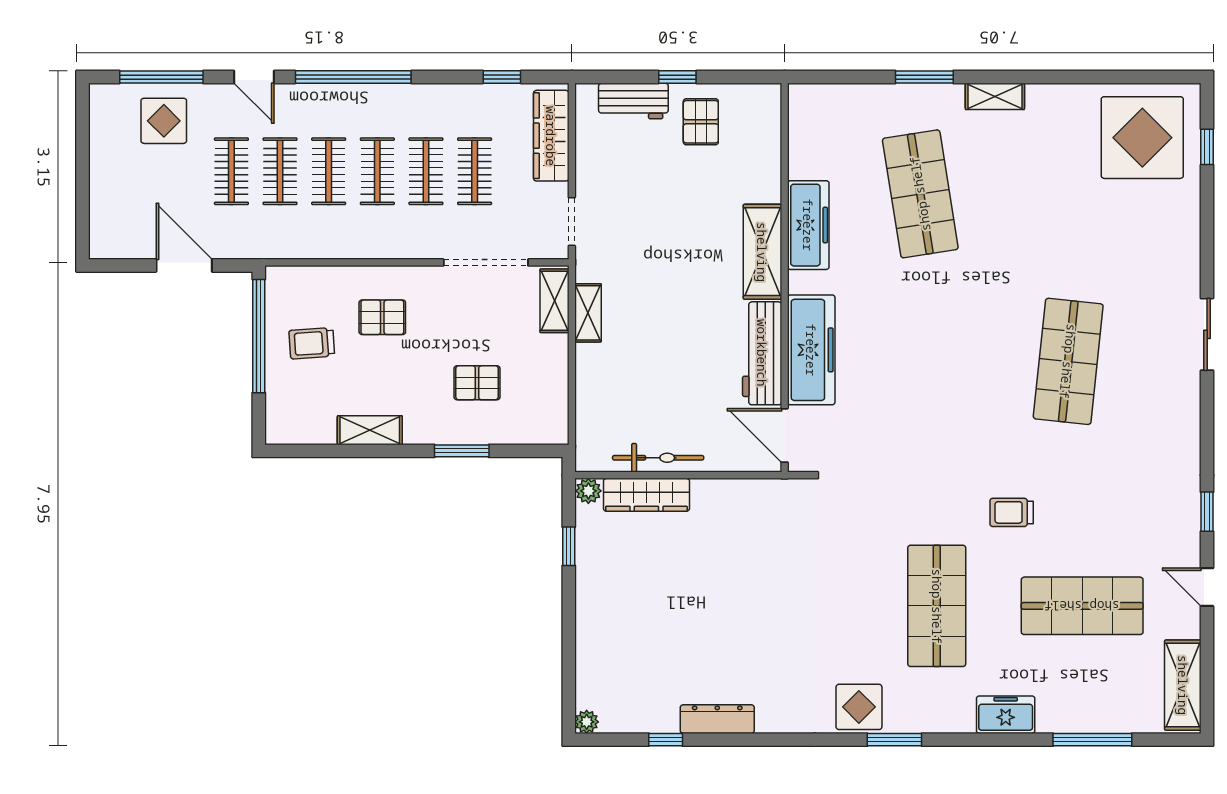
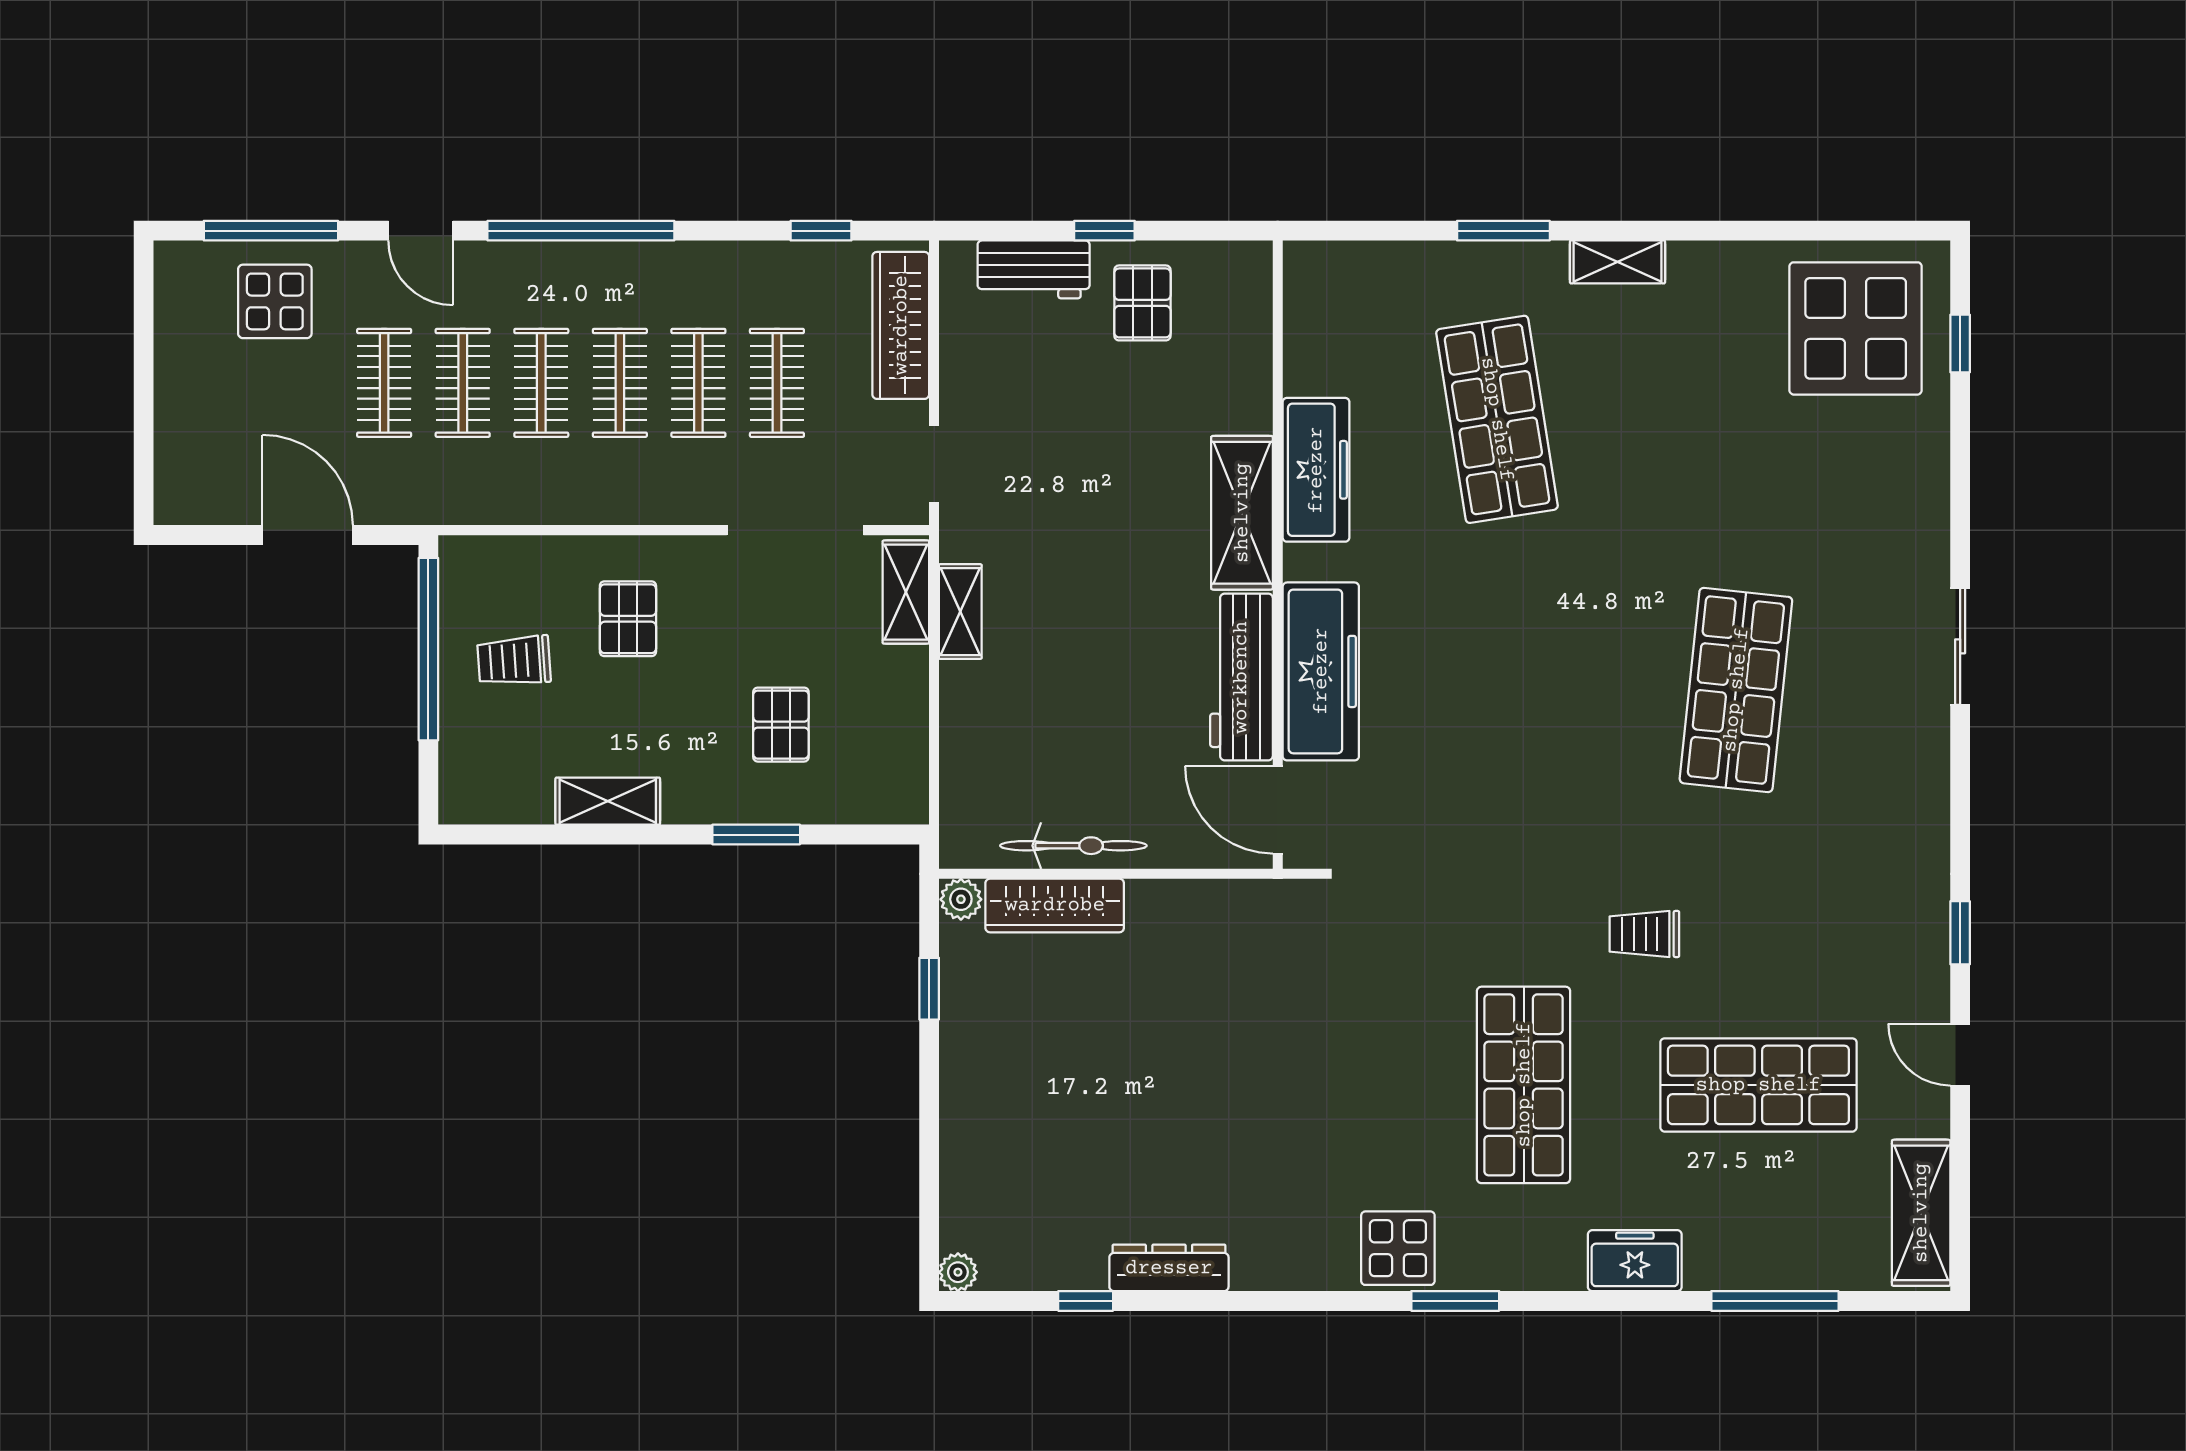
pallet: (382, 317) -> (628, 619), turned 90
pallet: (477, 383) -> (781, 725), turned 90

